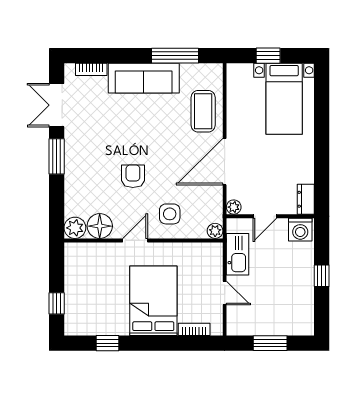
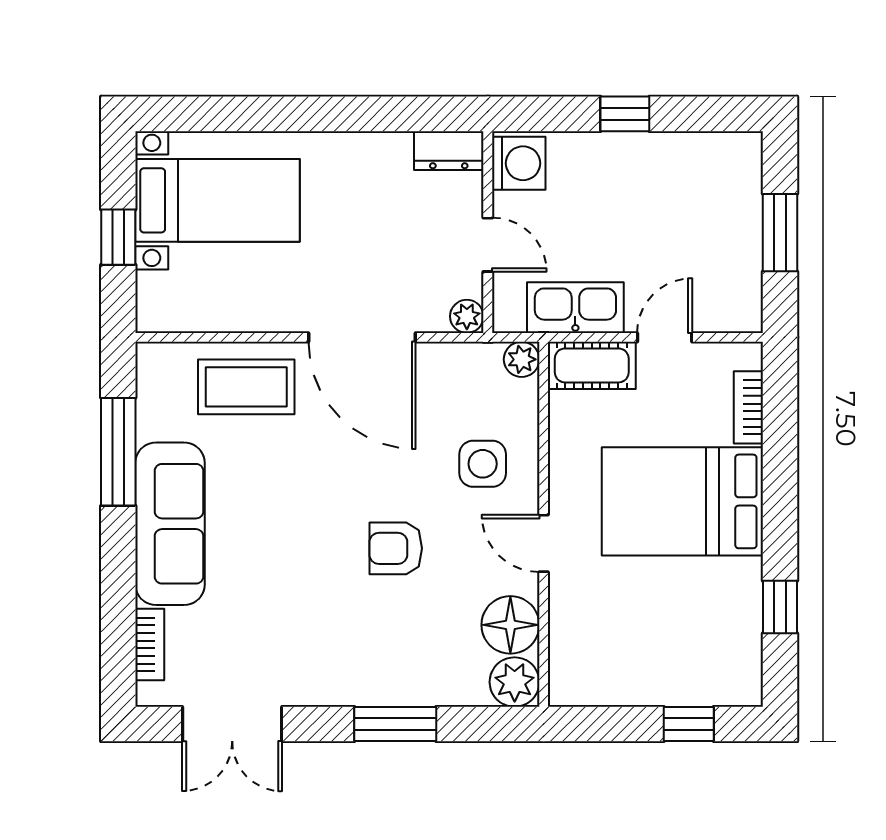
window: (57, 156) -> (395, 724), moved
cot: (212, 261) -> (592, 365), added

